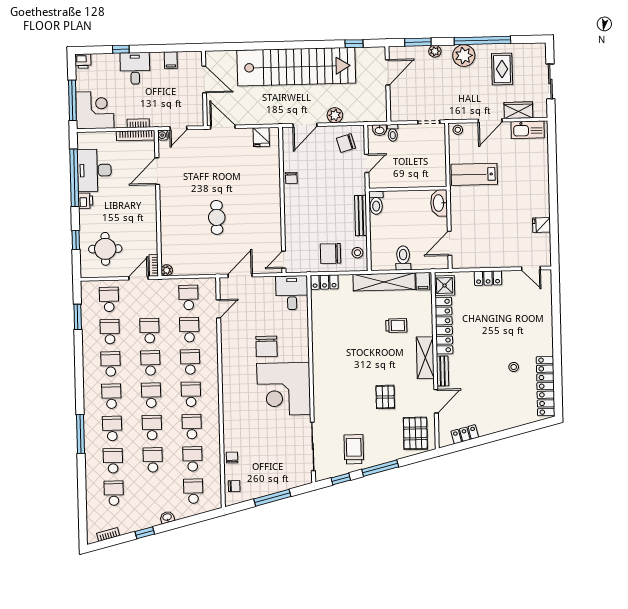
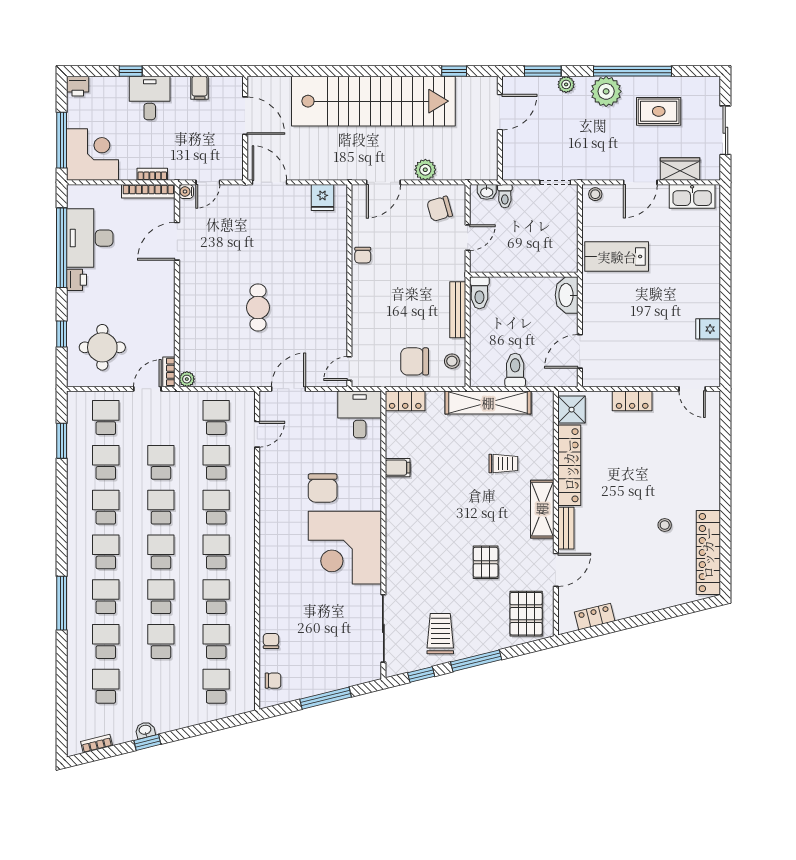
rug: (502, 69) -> (659, 111), turned 90
filing cabinet: (423, 281) -> (398, 468), moved, turned -90
washbasin: (167, 517) -> (145, 730), moved

